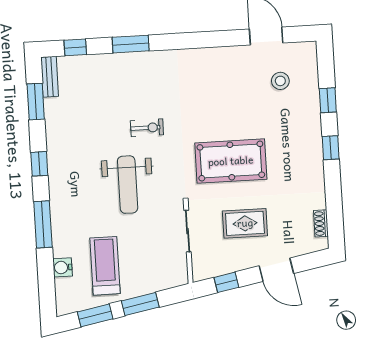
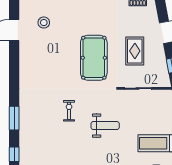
weight bench: (128, 185) -> (105, 126), width x0.73, depth x0.75

